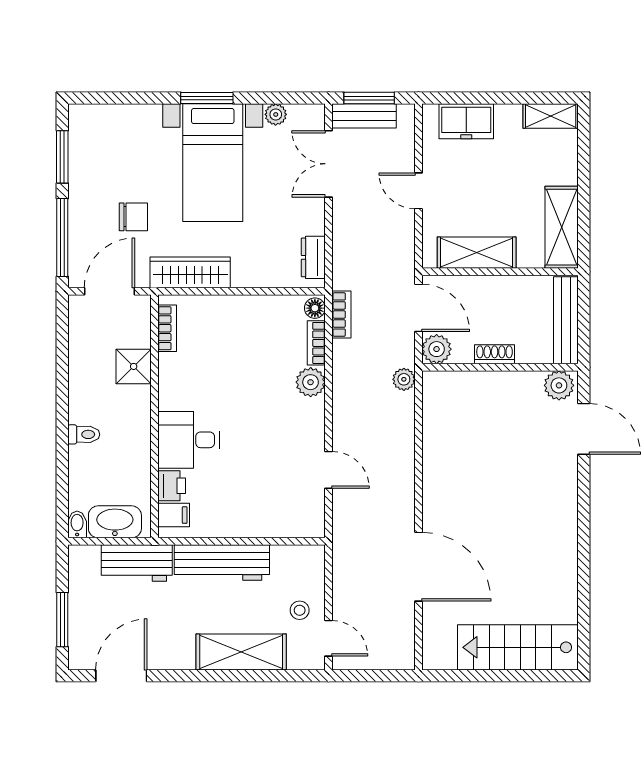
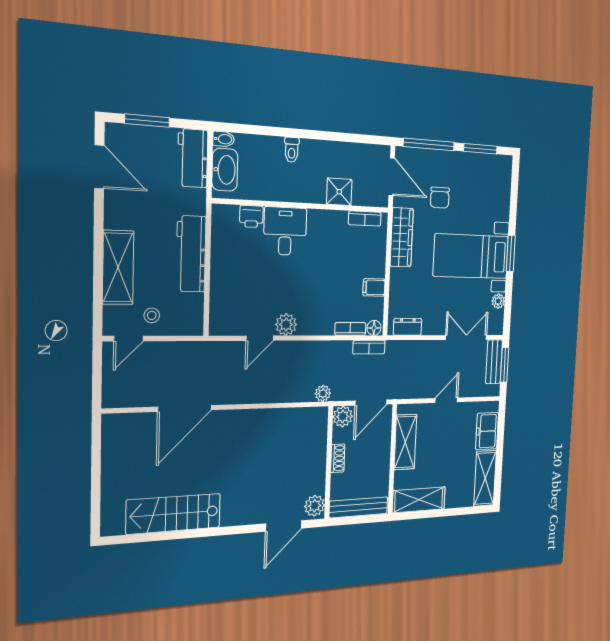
shelving: (551, 116) -> (485, 478), width x1.50, depth x1.33
plant: (311, 382) -> (286, 324), moved
filing cabinet: (174, 515) -> (374, 287), moved, turned 90
workbench: (137, 563) -> (193, 158), moved
stairs: (518, 647) -> (174, 514), moved, turned -90

